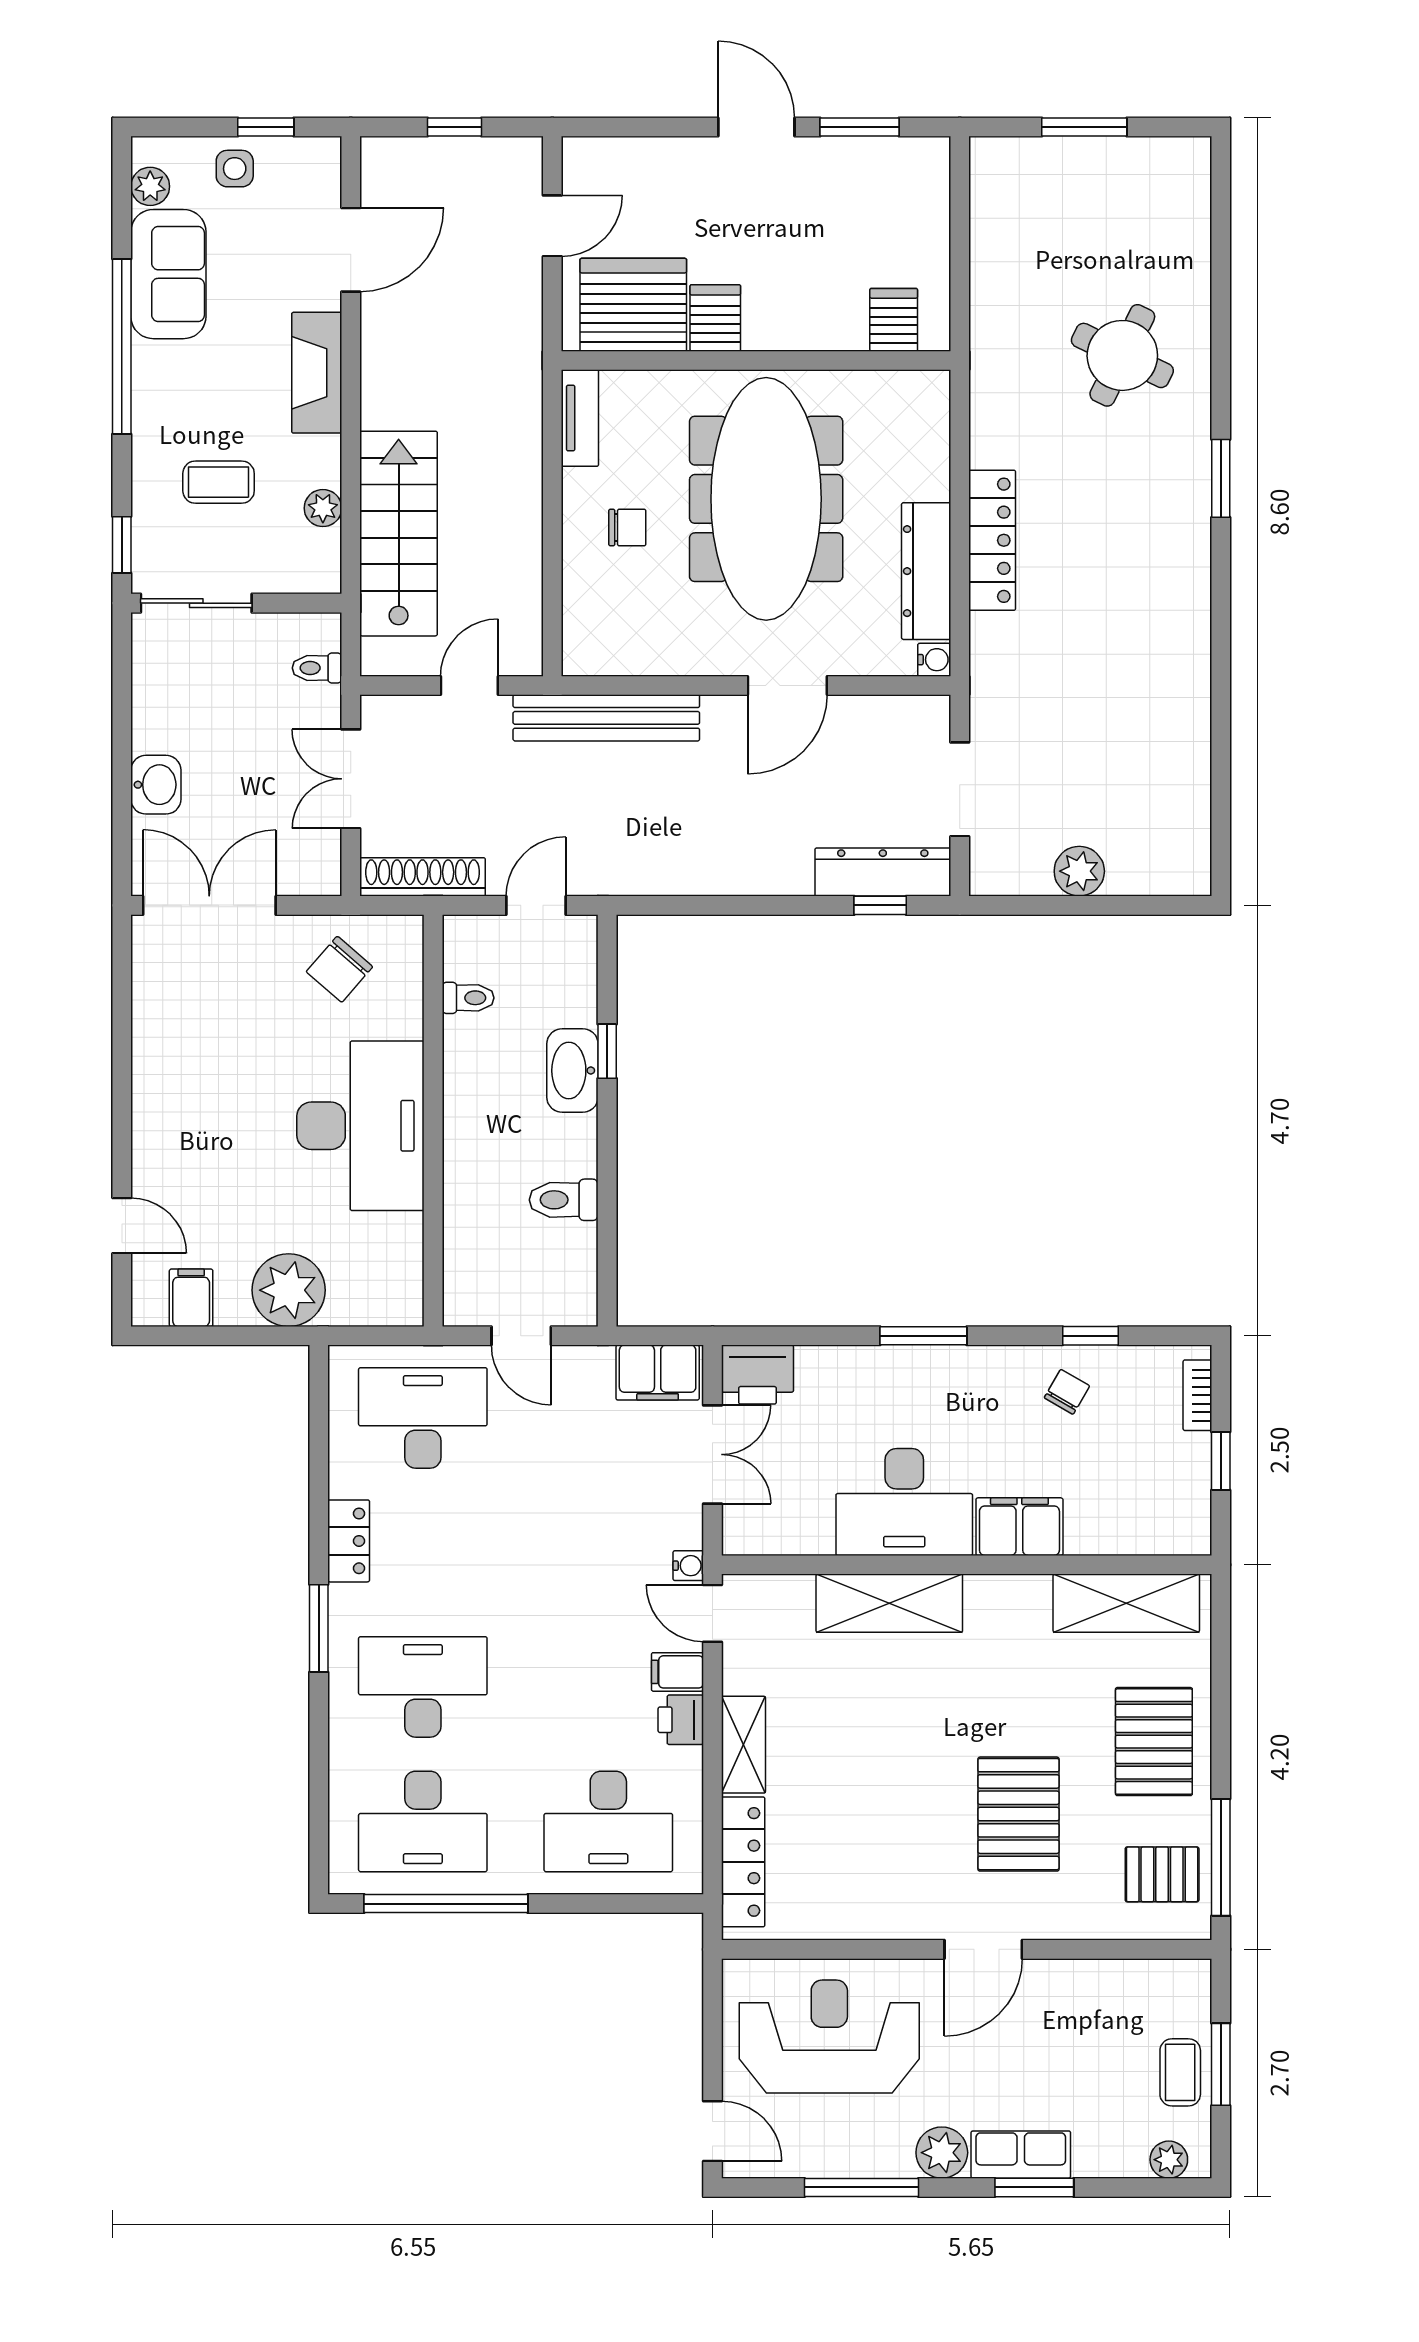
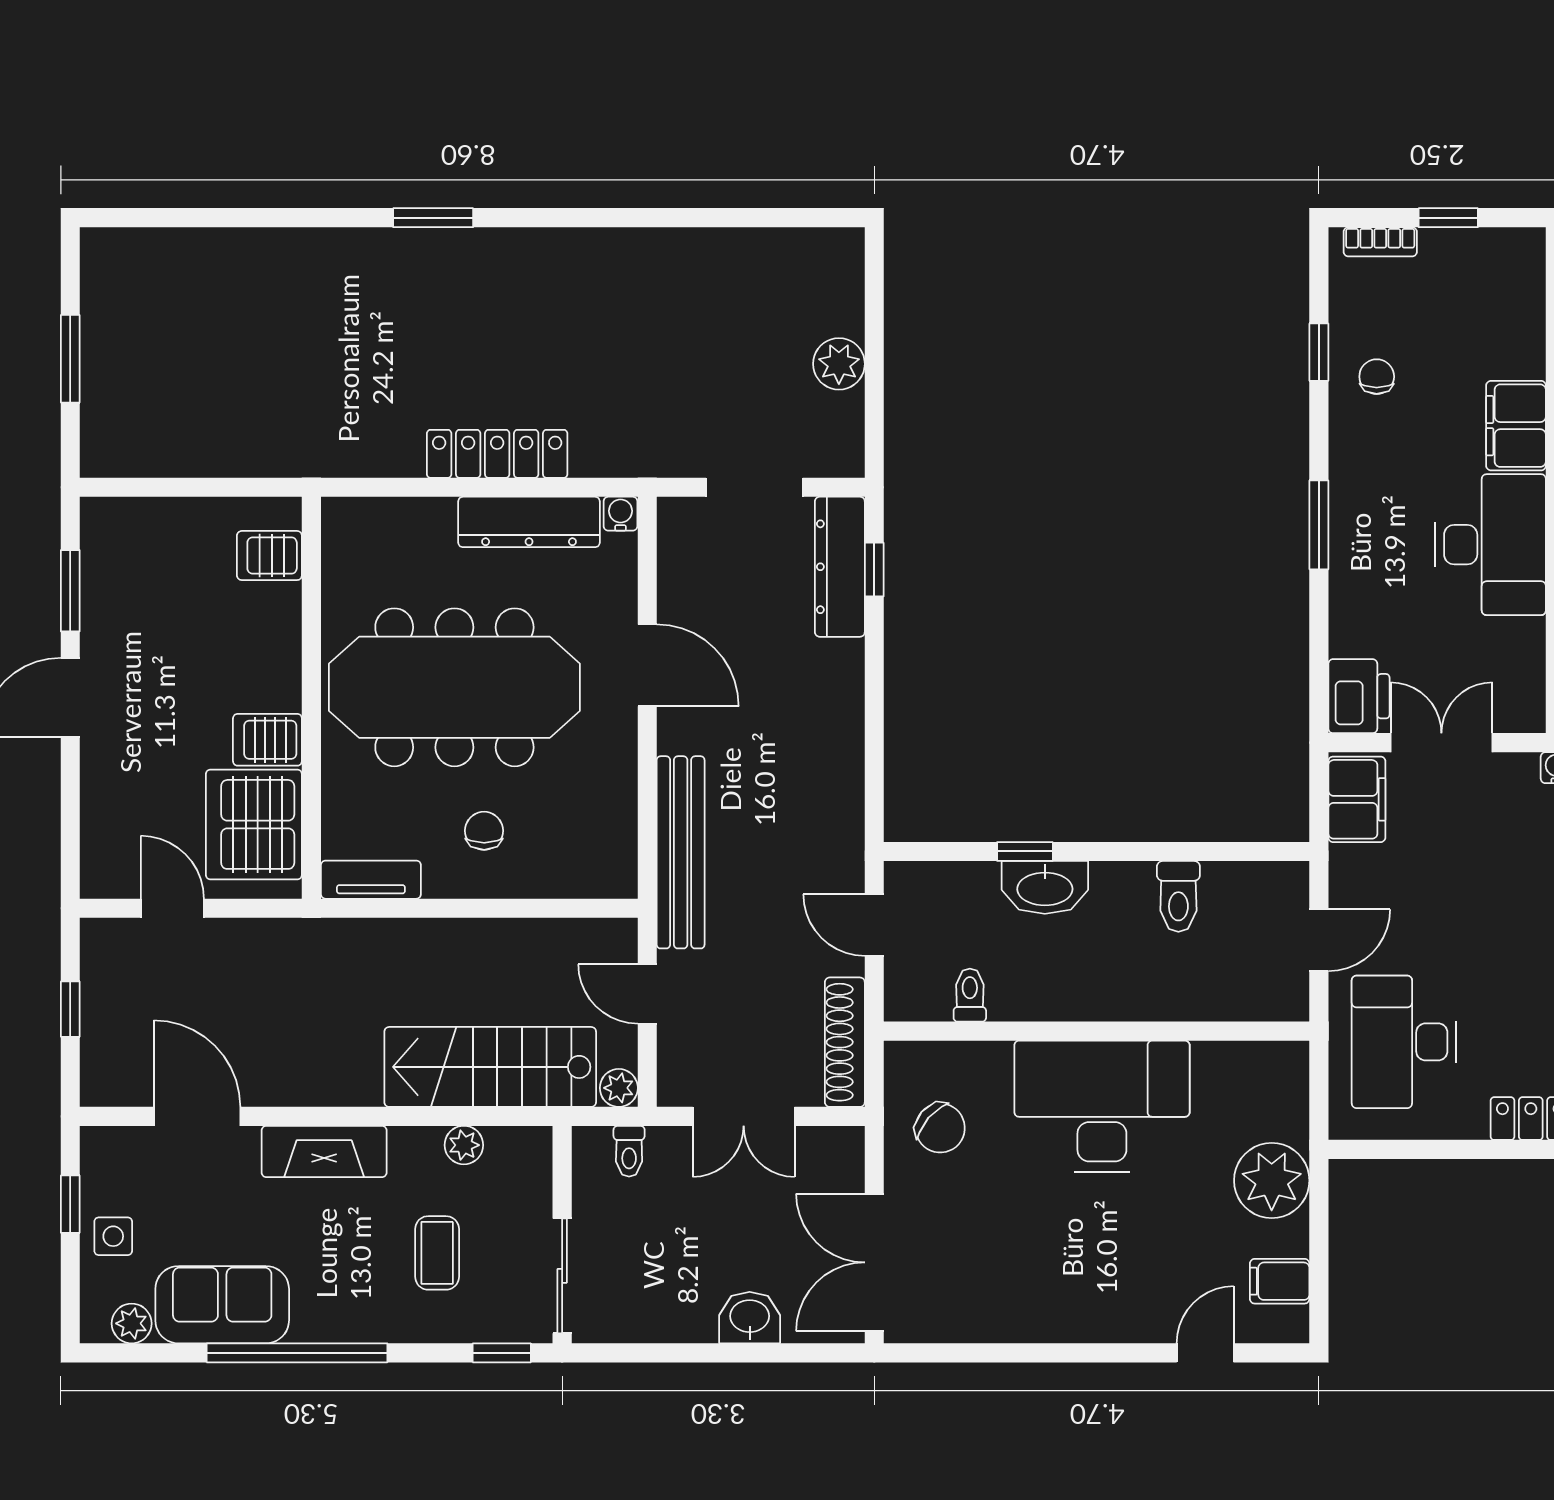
round table: (1122, 355) -> (306, 319), removed
plant: (378, 658) -> (619, 1088), added
chair: (1067, 1392) -> (1377, 377), turned 60

